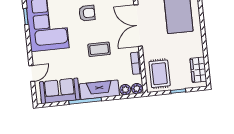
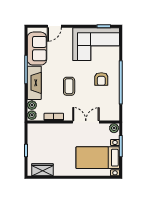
double door: (138, 26) -> (86, 122), width x0.73
door: (32, 74) -> (54, 26), hinge flipped
rug: (160, 74) -> (43, 136), removed

